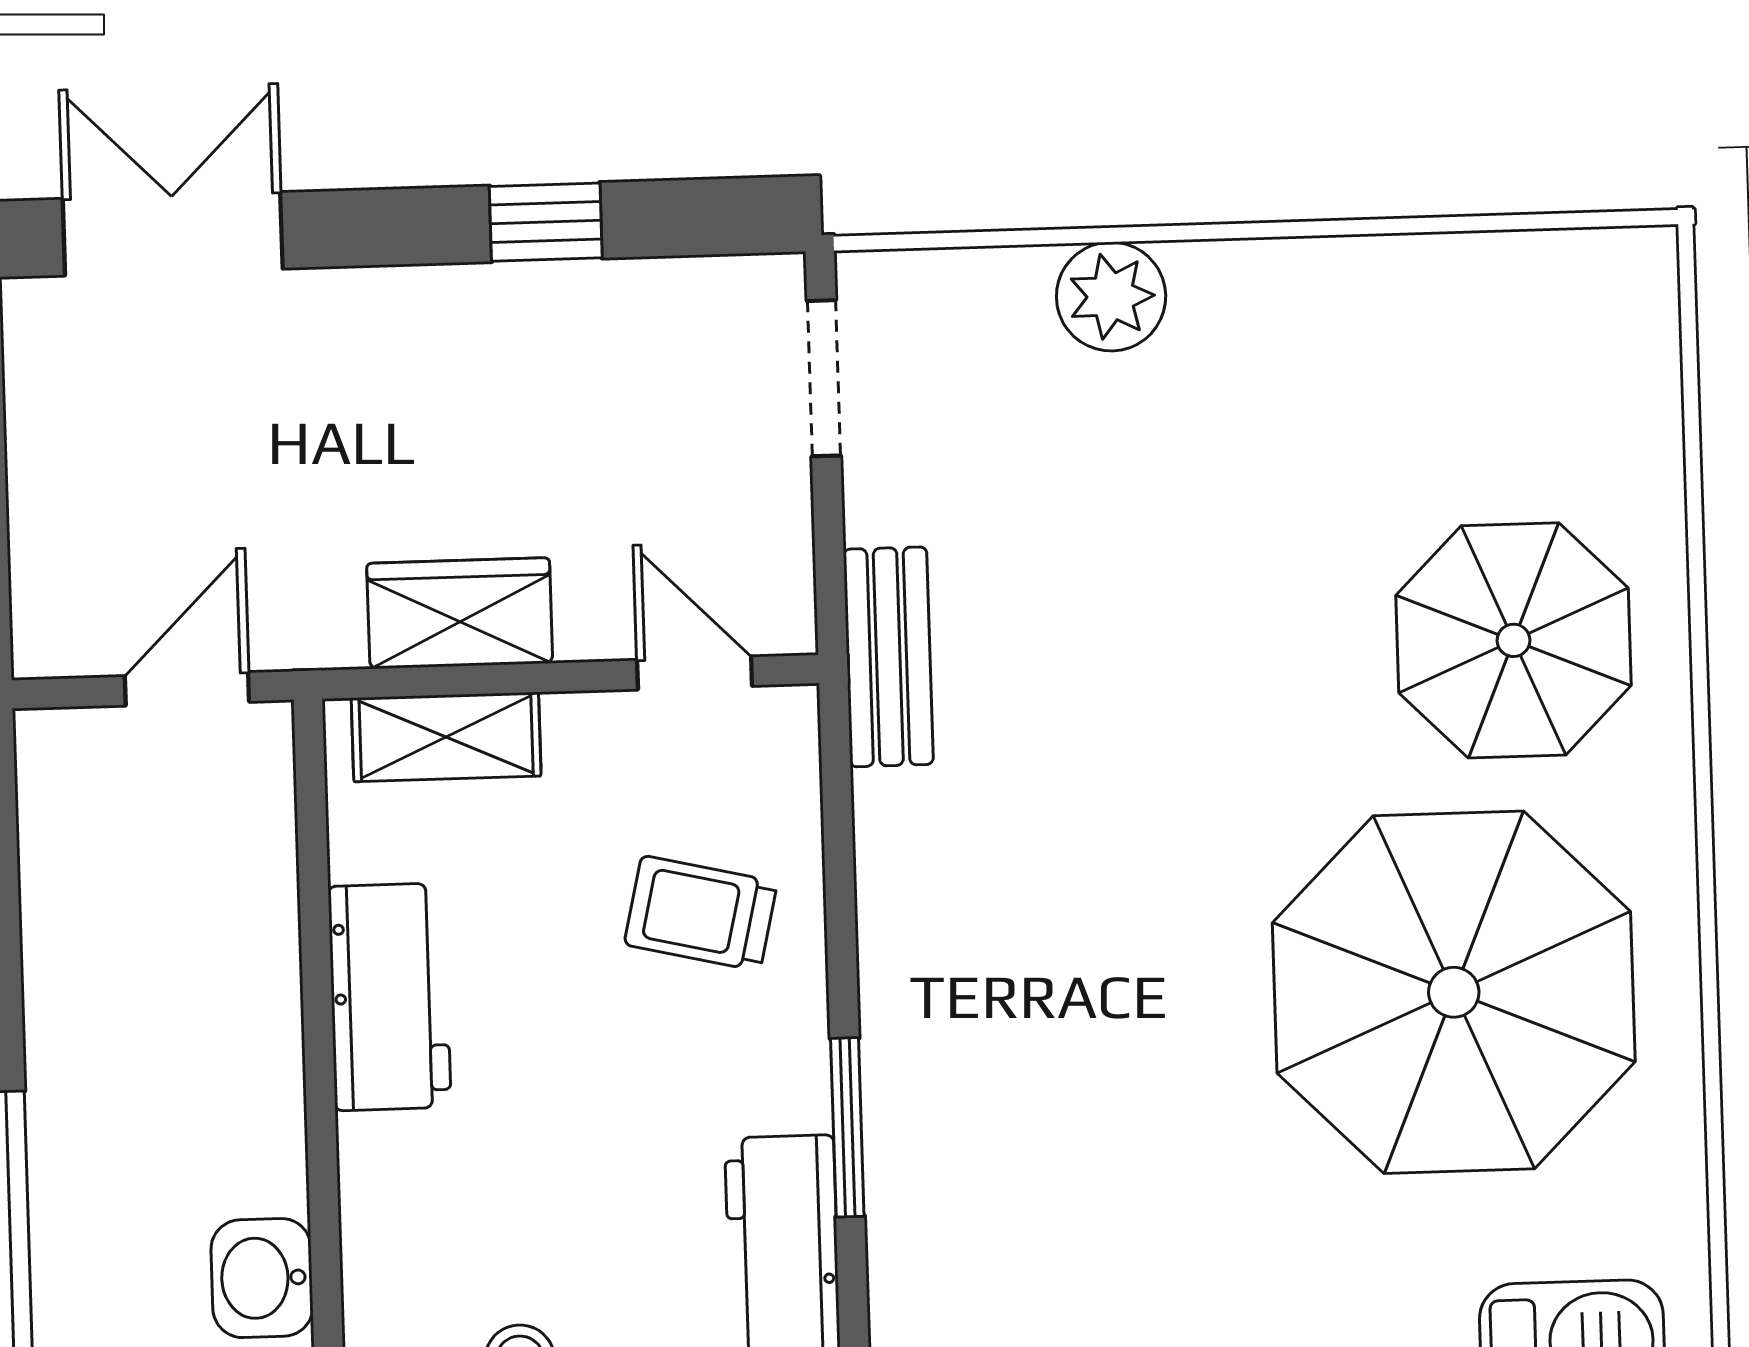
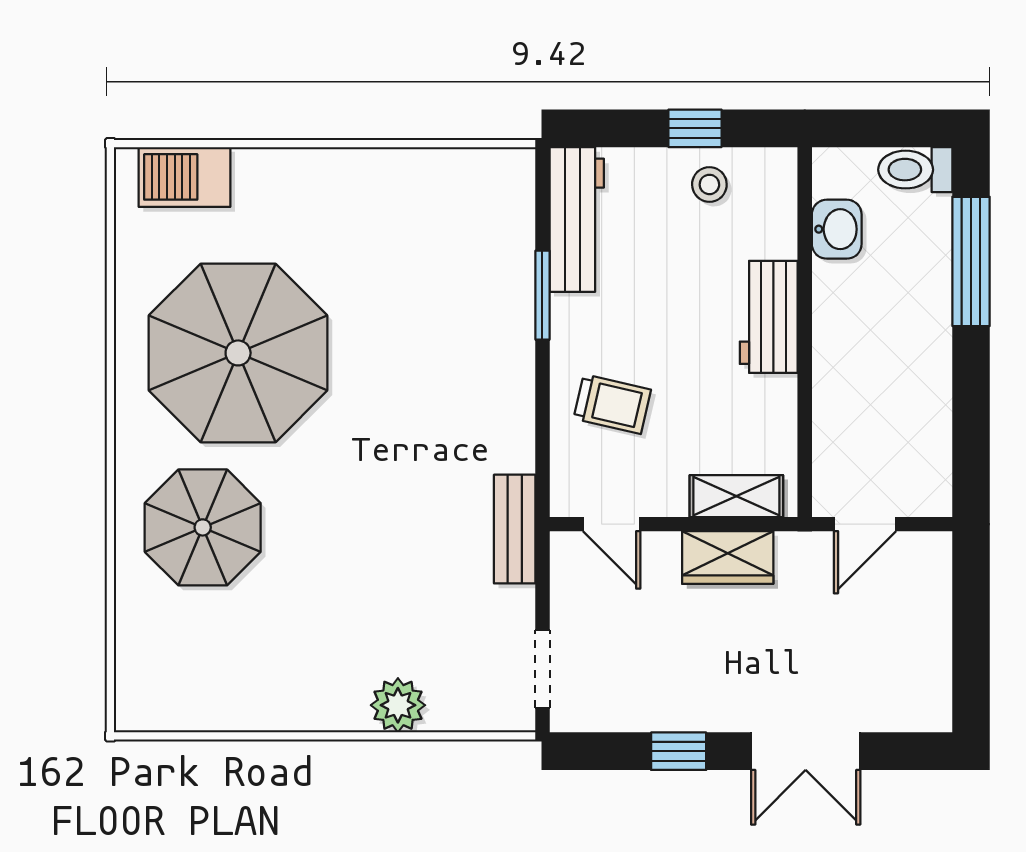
double door: (173, 234) -> (806, 751), moved
workbench: (389, 997) -> (769, 317), moved

